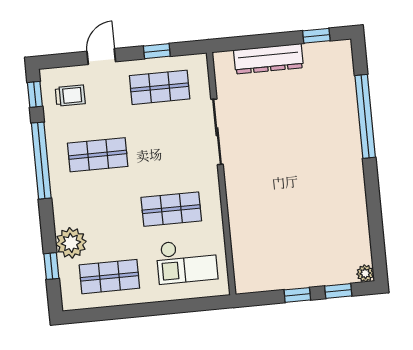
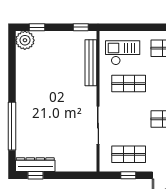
dresser: (268, 59) -> (35, 165), moved
bench: (240, 239) -> (91, 63), added
plant: (365, 273) -> (25, 40), width x1.87, depth x1.87
window: (297, 295) -> (81, 27), moved

